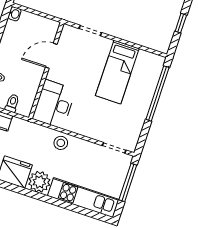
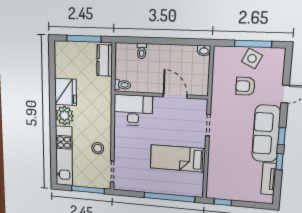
window: (181, 23) -> (223, 202), moved
toilet: (12, 103) -> (122, 85), moved
stool: (61, 143) -> (98, 148), moved

